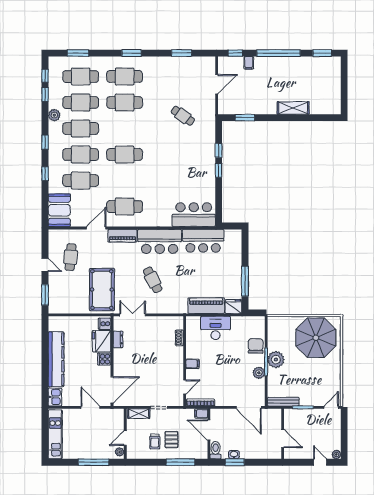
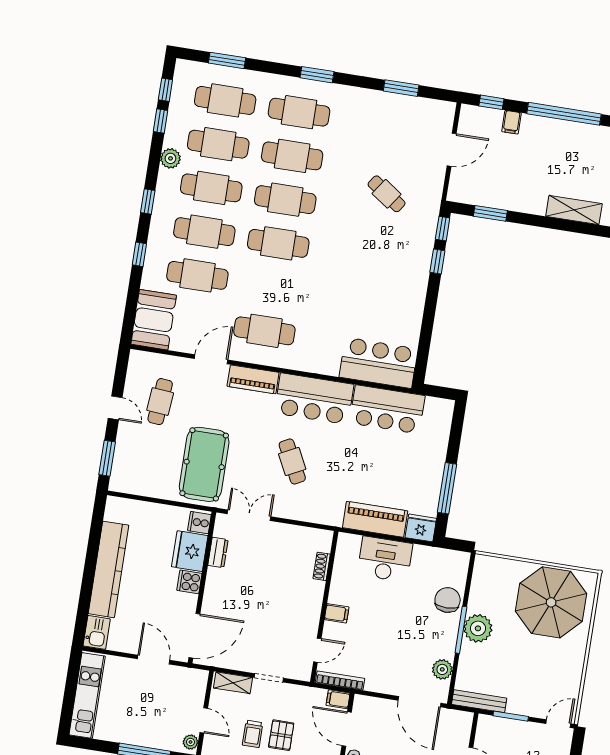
cafe table: (125, 128) -> (285, 200), added
window: (219, 170) -> (443, 229), moved
plant: (259, 373) -> (442, 669), moved
door: (125, 438) -> (204, 720), swing flipped

